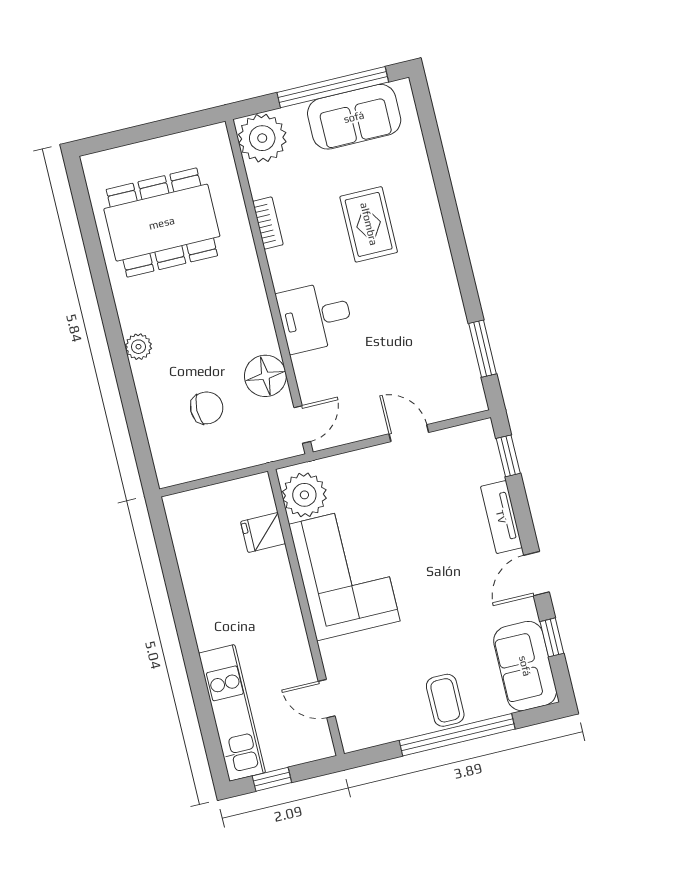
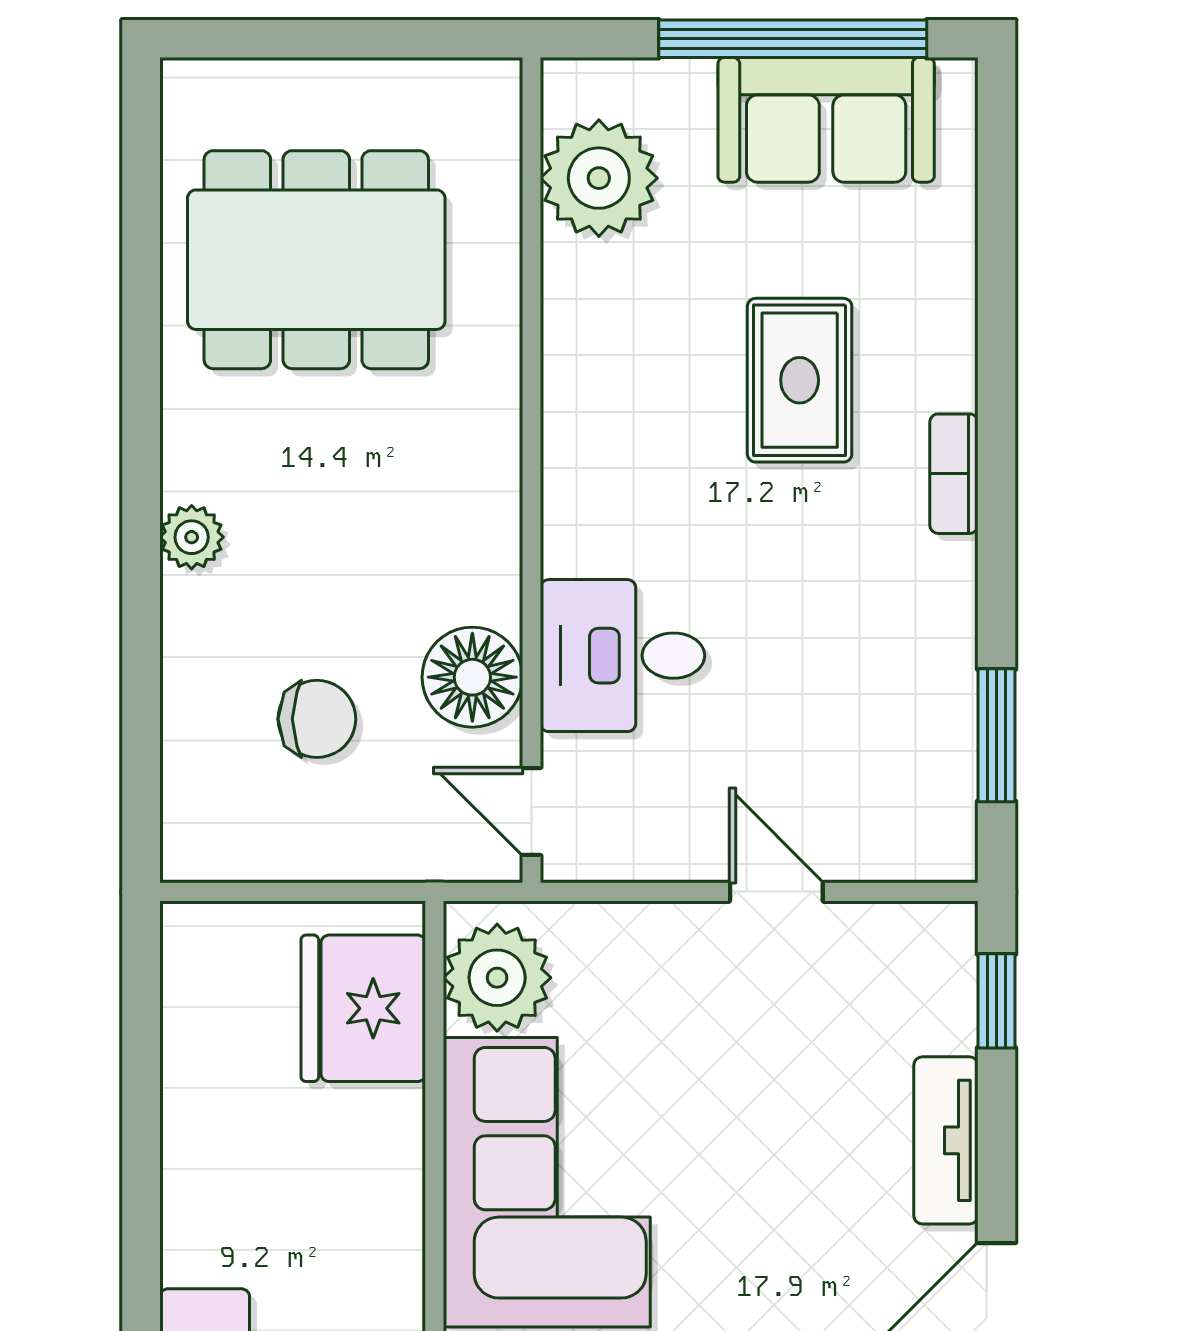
plant: (262, 138) -> (599, 178), moved
bookcase: (268, 223) -> (954, 474), moved, turned 180
desk: (315, 317) -> (623, 656), moved
door: (302, 424) -> (531, 812), swing flipped
fridge: (263, 533) -> (363, 1008), width x1.88, depth x1.34

